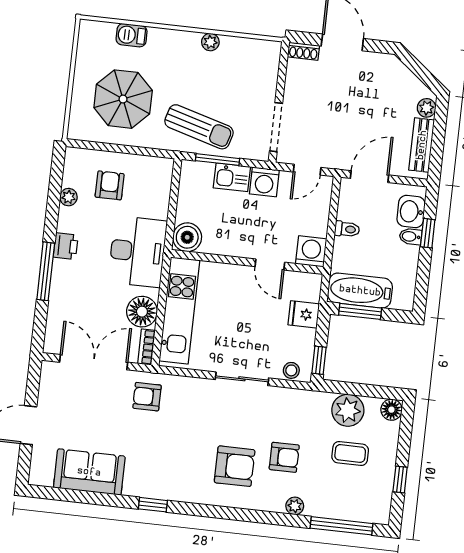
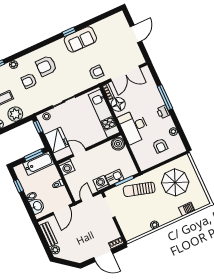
window: (428, 233) -> (19, 186), moved
fridge: (304, 314) -> (57, 140), width x1.88, depth x1.34
sofa: (89, 472) -> (80, 39), moved

